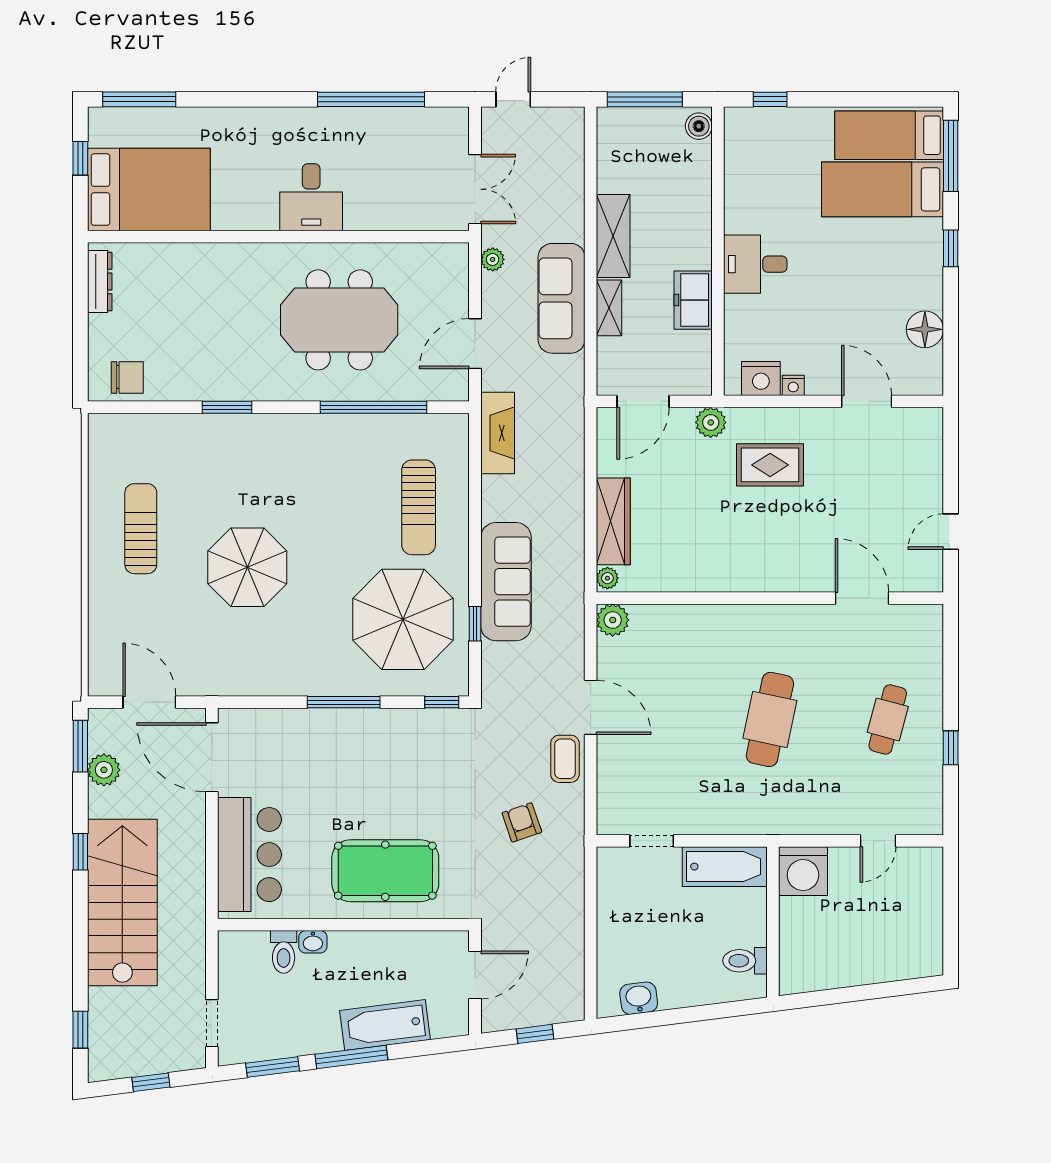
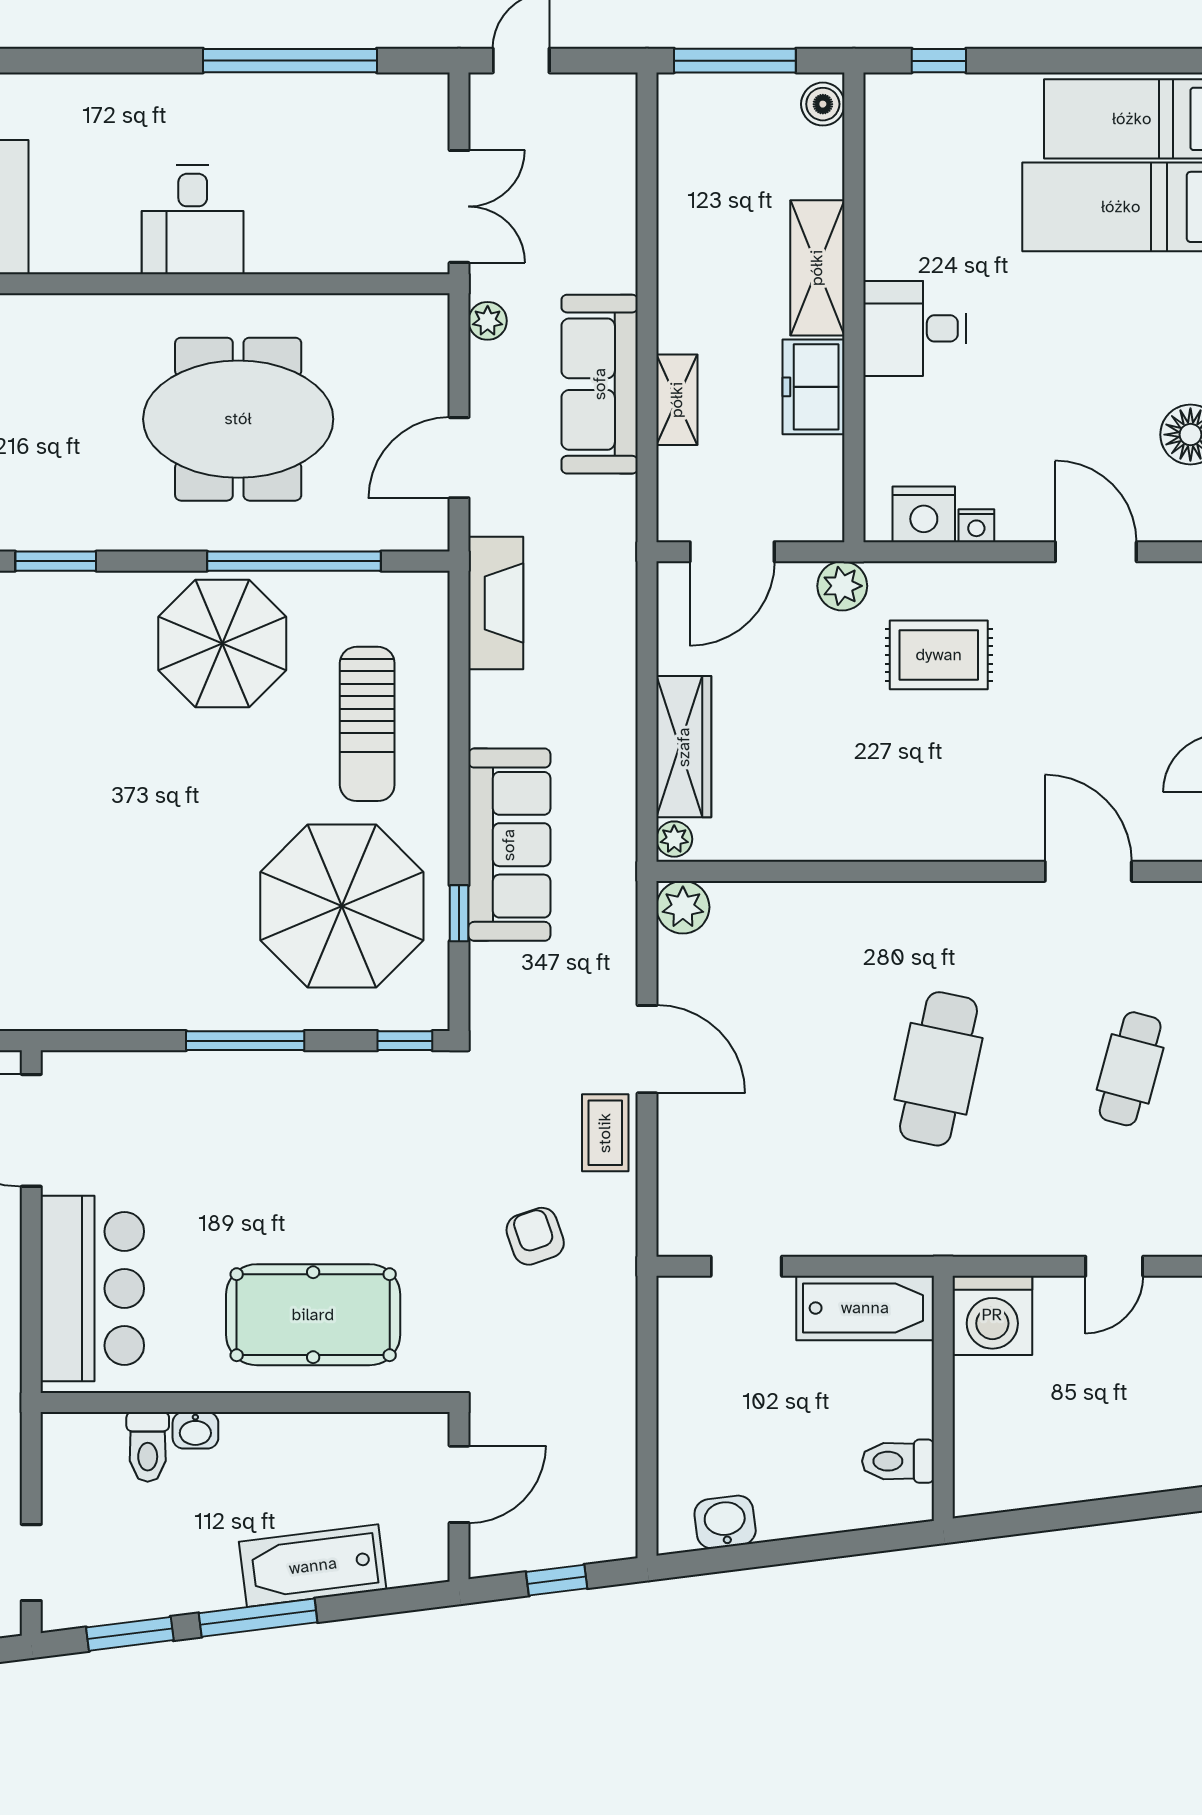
shelving: (613, 236) -> (817, 268), moved
parasol: (247, 567) -> (222, 643), moved

